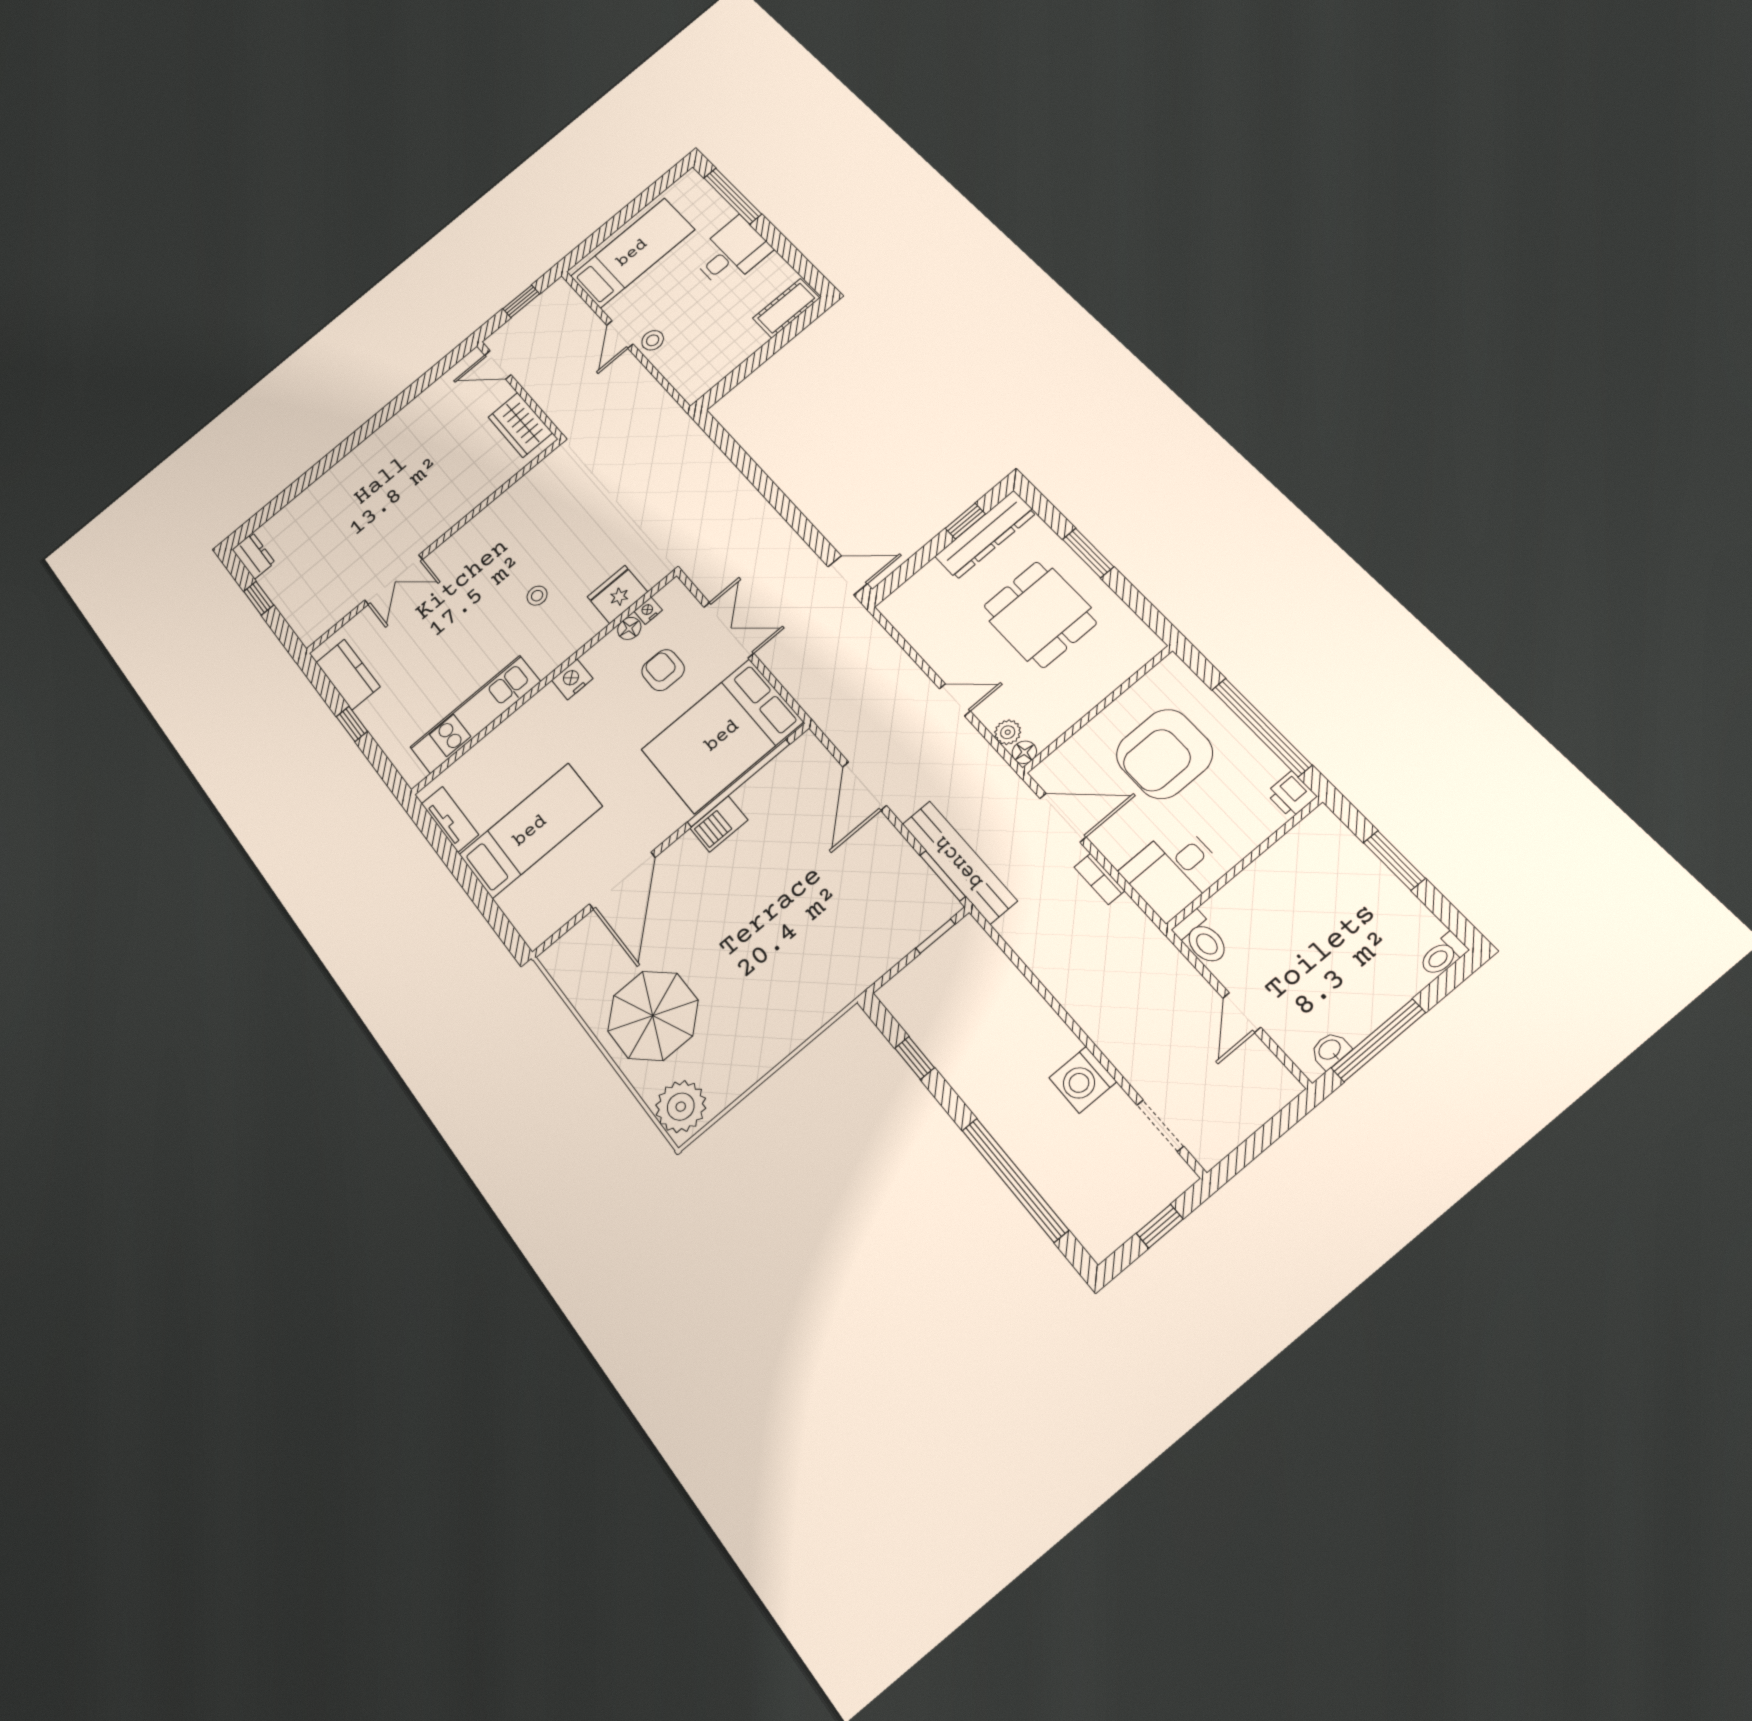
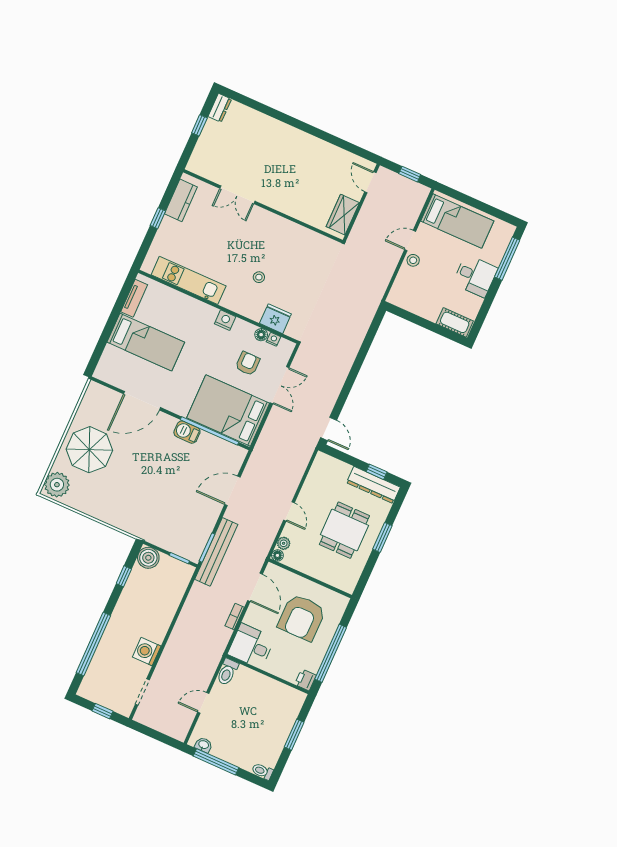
armchair: (1164, 754) -> (302, 617), turned -90
boiler: (904, 995) -> (148, 558), added

